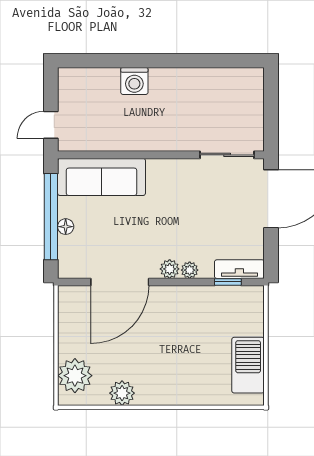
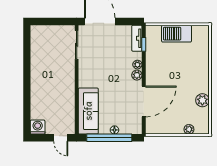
washing machine: (134, 81) -> (38, 127), moved, turned -90
door: (120, 282) -> (144, 101), hinge flipped
barbecue: (248, 365) -> (177, 34), moved
plant: (75, 376) -> (189, 129), width x0.53, depth x0.53

